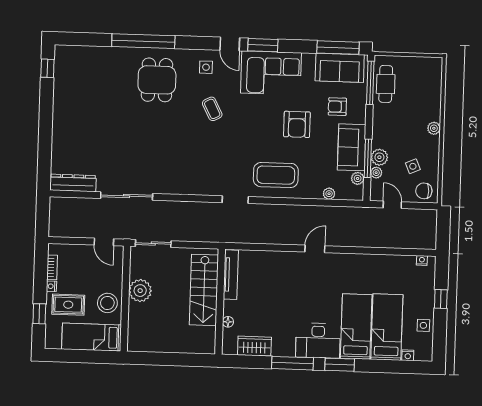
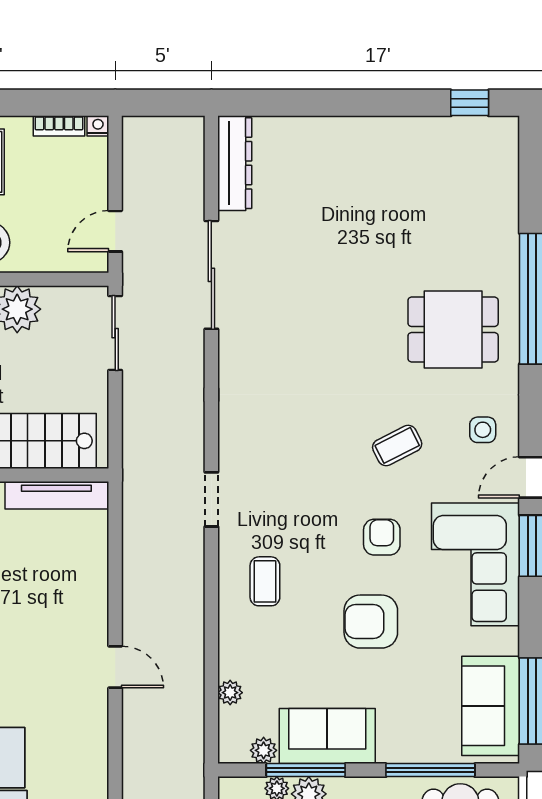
window: (370, 83) -> (430, 770), moved
armchair: (337, 107) -> (382, 537), moved
coffee table: (276, 175) -> (265, 581), width x0.54, depth x0.58
nightstand: (51, 286) -> (98, 126), moved

